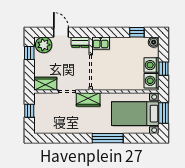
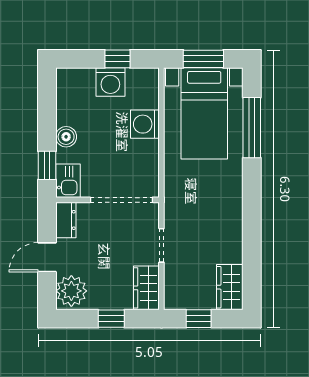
window: (137, 32) -> (47, 165), moved
boiler: (154, 42) -> (66, 137), moved
window: (29, 53) -> (111, 319), moved
washing machine: (152, 81) -> (145, 124), moved, turned 90
wardrobe: (88, 99) -> (230, 287), moved, turned 180
window: (108, 138) -> (252, 128), moved

